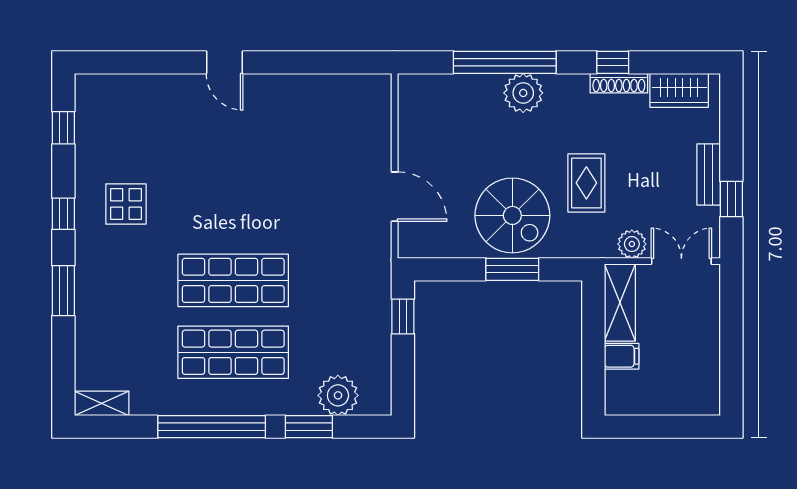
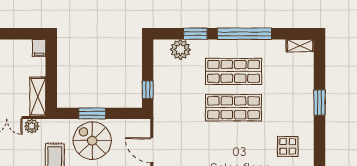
window: (63, 214) -> (319, 141), removed
filing cabinet: (622, 356) -> (39, 48), moved, turned -90

